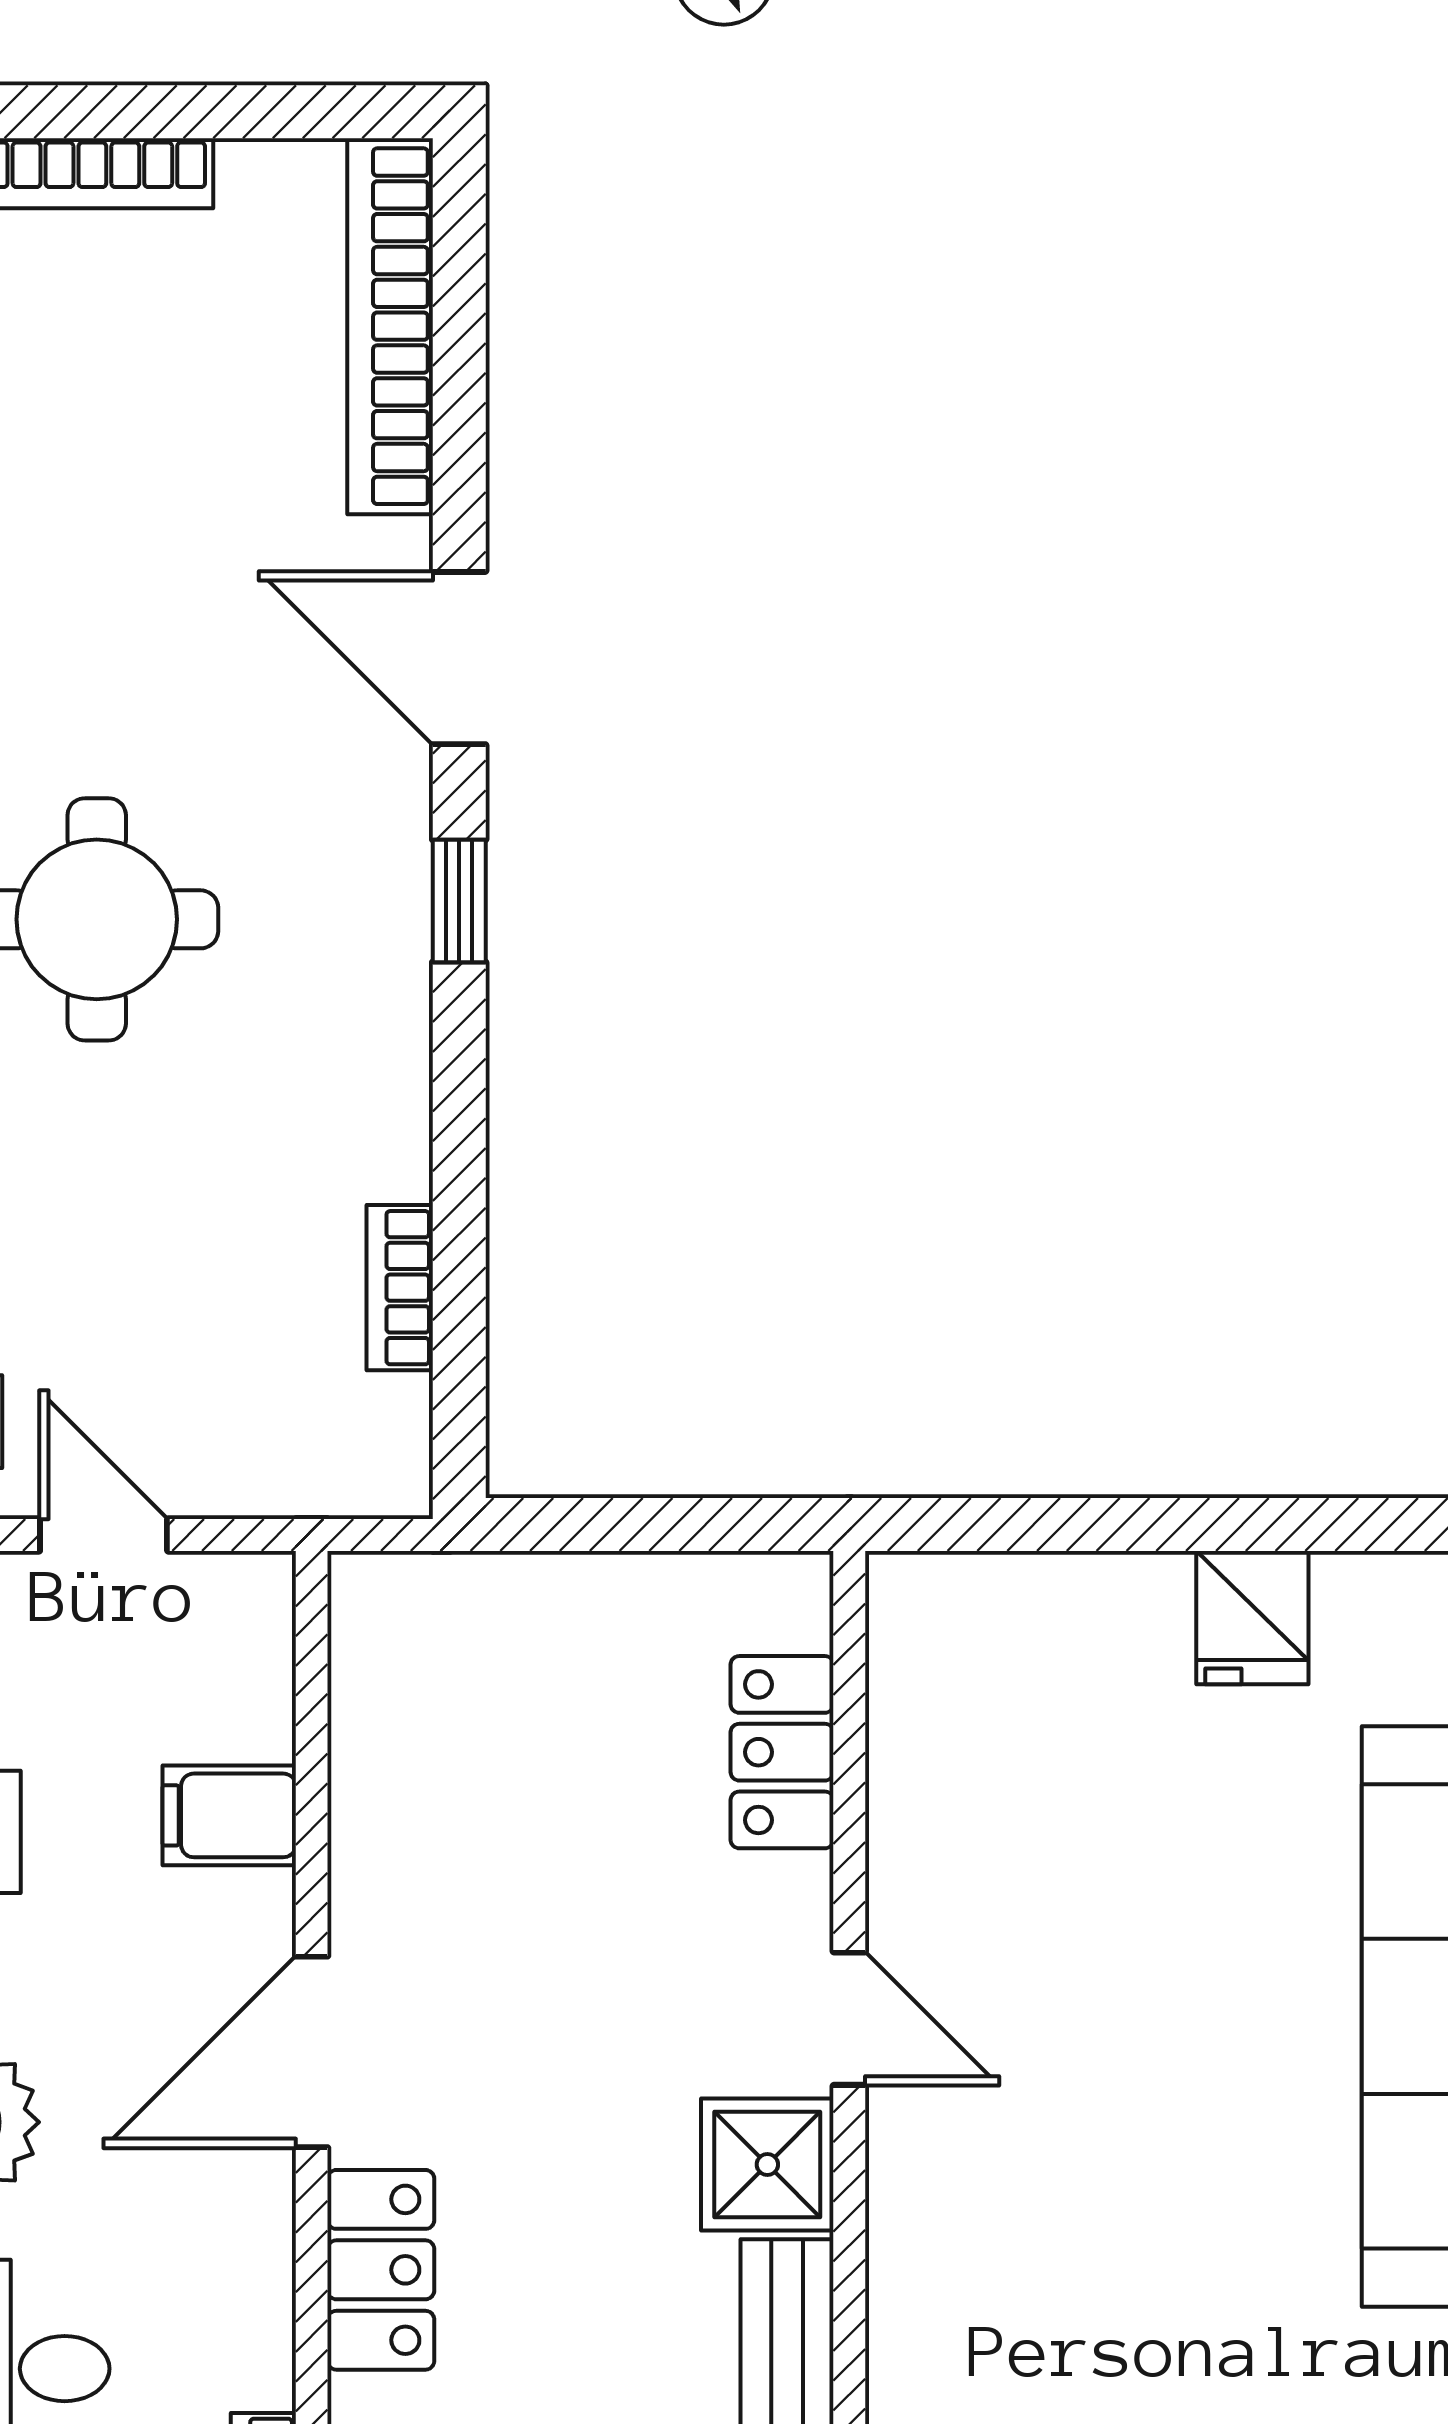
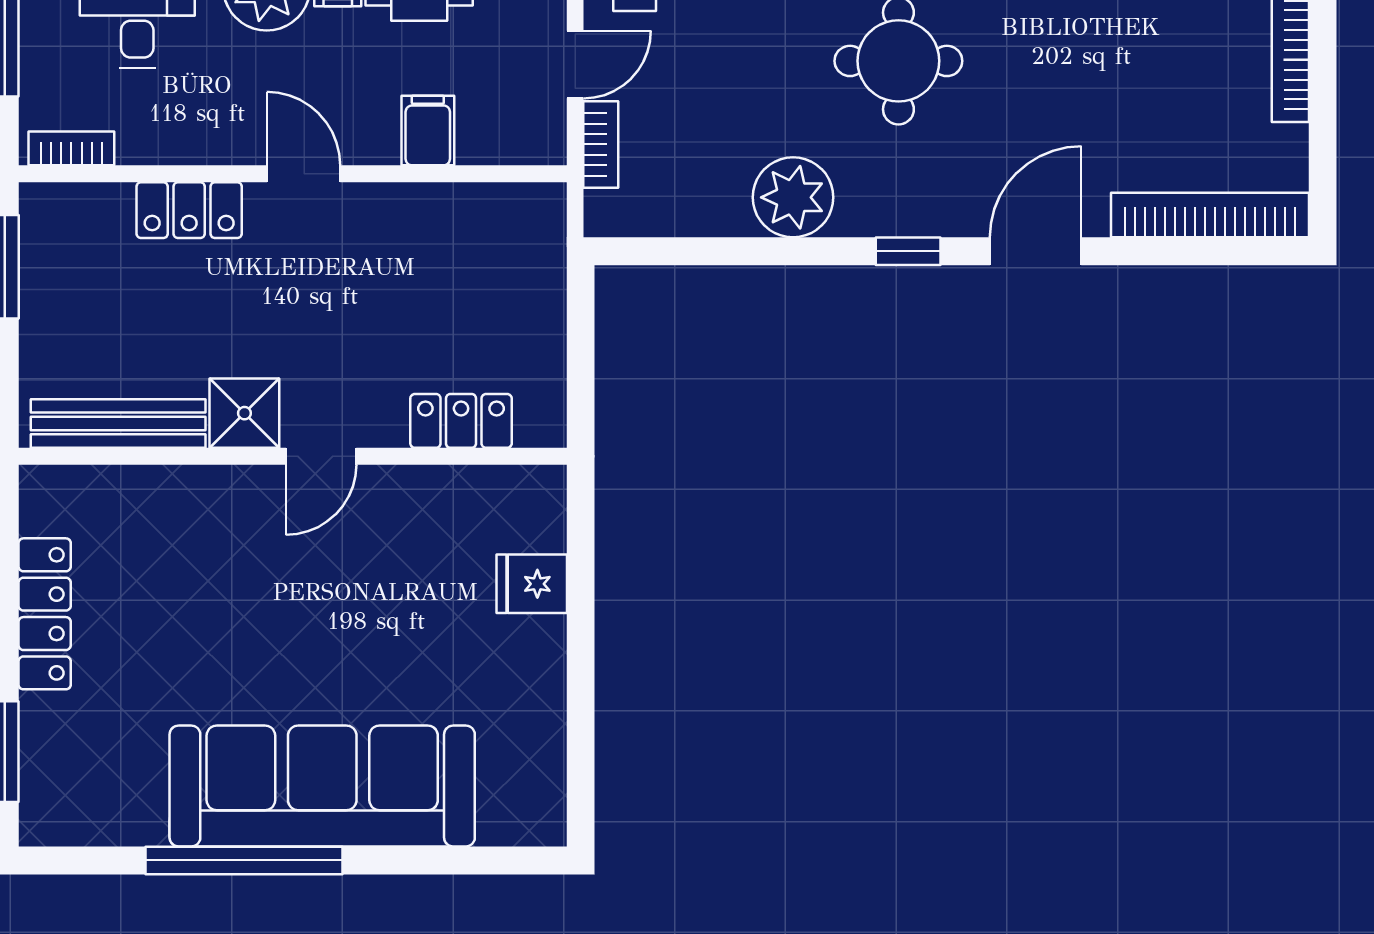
plant: (356, 1120) -> (793, 197), added
bookcase: (400, 1288) -> (601, 144), moved, turned 90
fridge: (1252, 1618) -> (532, 584), moved
door: (312, 2052) -> (304, 174), width x0.73

